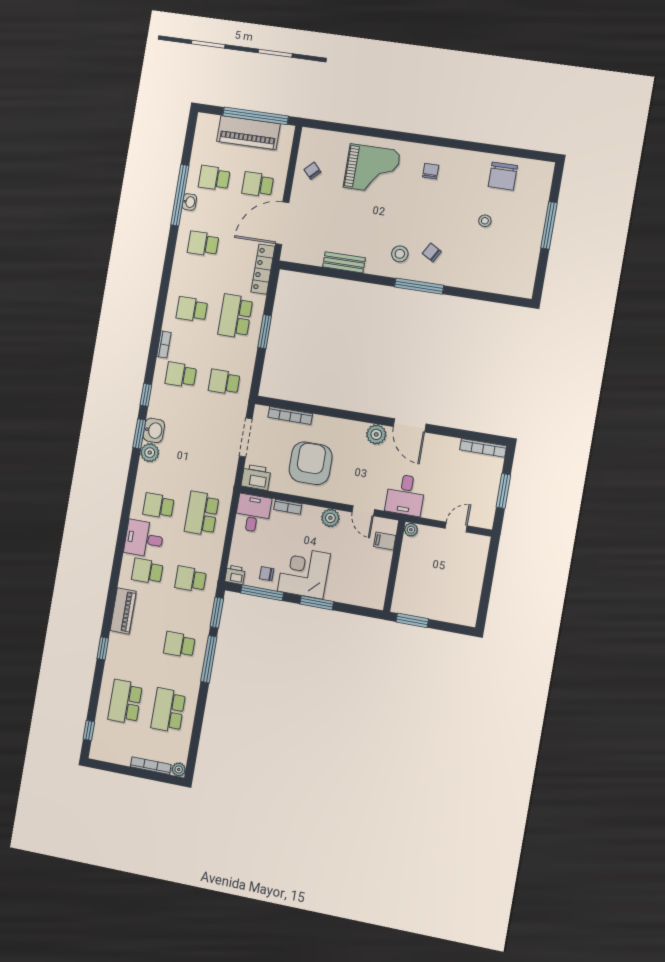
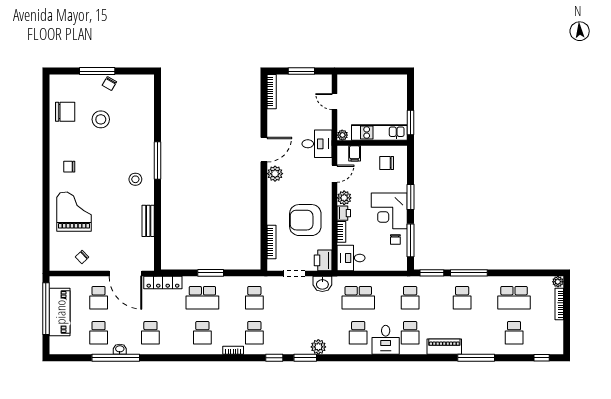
stool: (485, 221) -> (101, 119), width x1.89, depth x1.89
chair: (432, 252) -> (109, 84), moved
washbasin: (154, 430) -> (322, 284), moved, turned 180
doorway: (246, 437) -> (294, 274), width x0.73
printer: (235, 575) -> (344, 213), moved, turned 180
kitchen unit: (406, 578) -> (379, 133), added
chair: (365, 580) -> (387, 163), added
window: (103, 648) -> (476, 358), width x2.17
school desk: (125, 702) -> (514, 333), width x0.54

